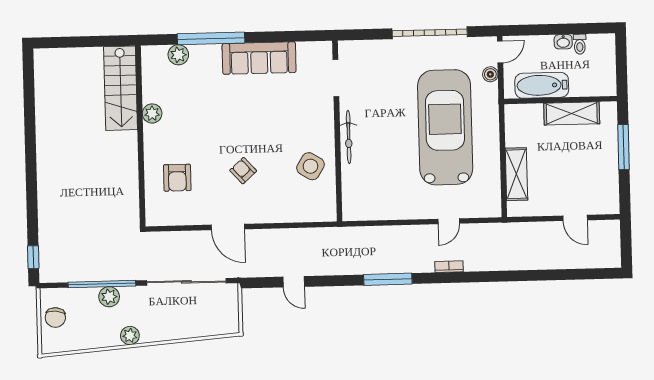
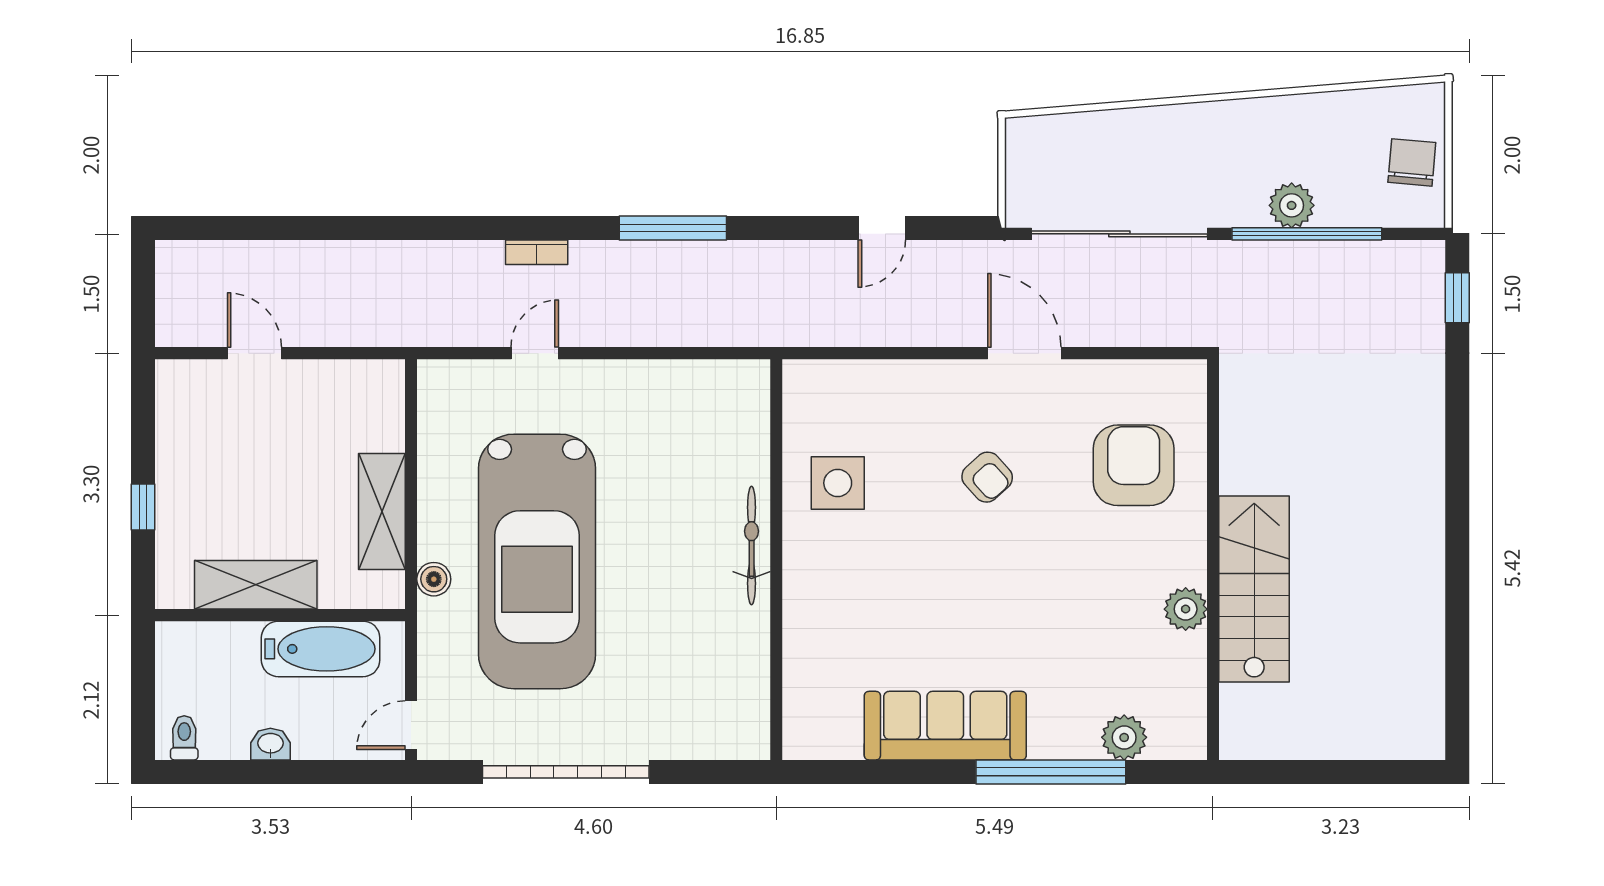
toilet: (580, 44) -> (184, 738), moved
boiler: (490, 74) -> (434, 579), moved
doorway: (336, 78) -> (776, 677), removed
stairs: (121, 88) -> (1254, 589), moved
window: (623, 147) -> (143, 507), width x0.46
side table: (310, 166) -> (838, 483), turned -32
shelving: (516, 174) -> (382, 511), moved
armchair: (177, 178) -> (1134, 465), width x1.36, depth x1.36
door: (294, 282) -> (882, 228), swing flipped
plant: (130, 335) -> (1248, 118), removed

